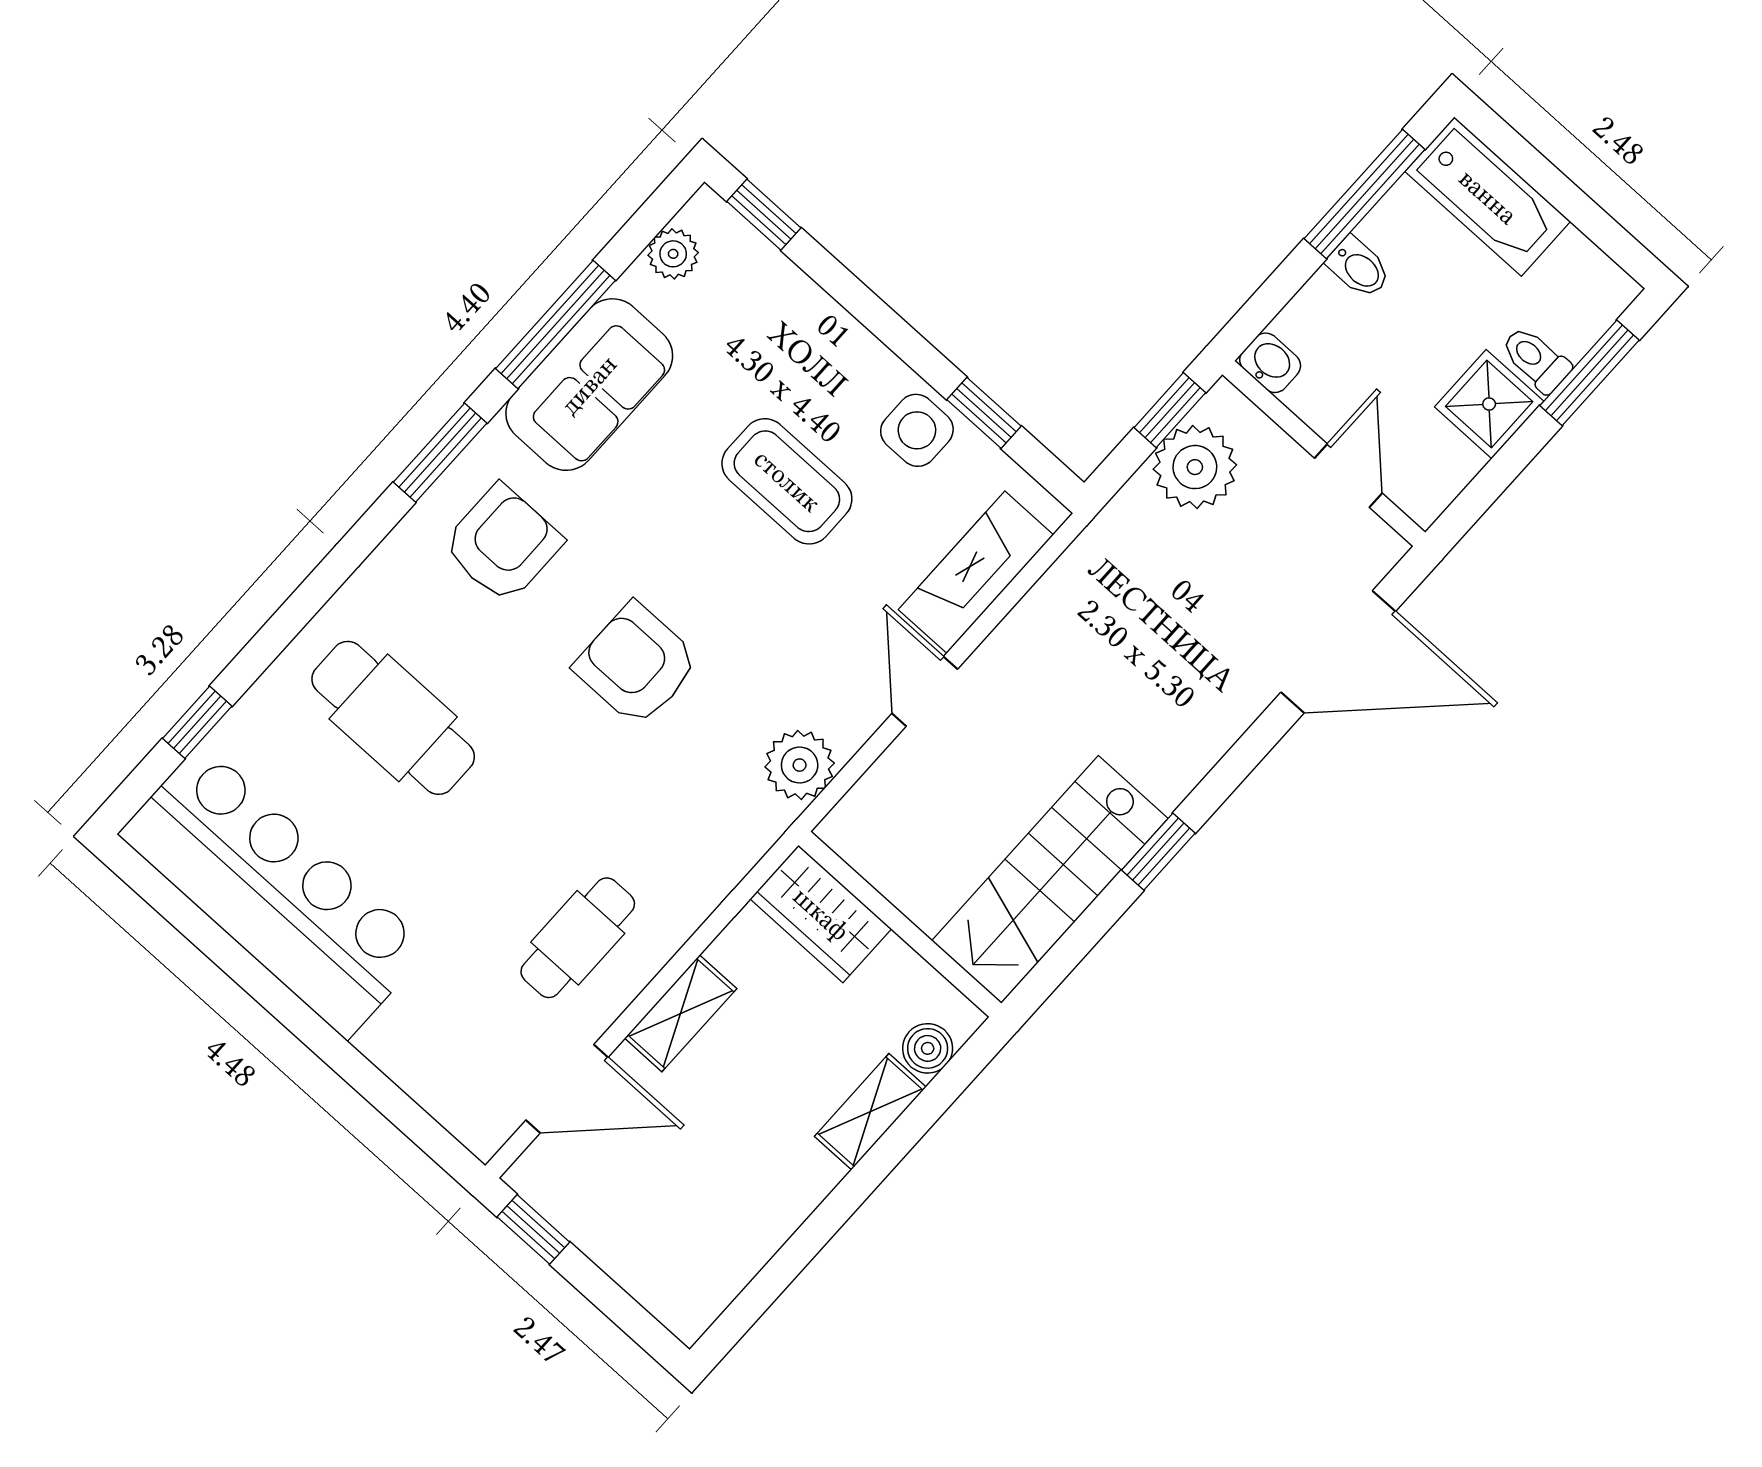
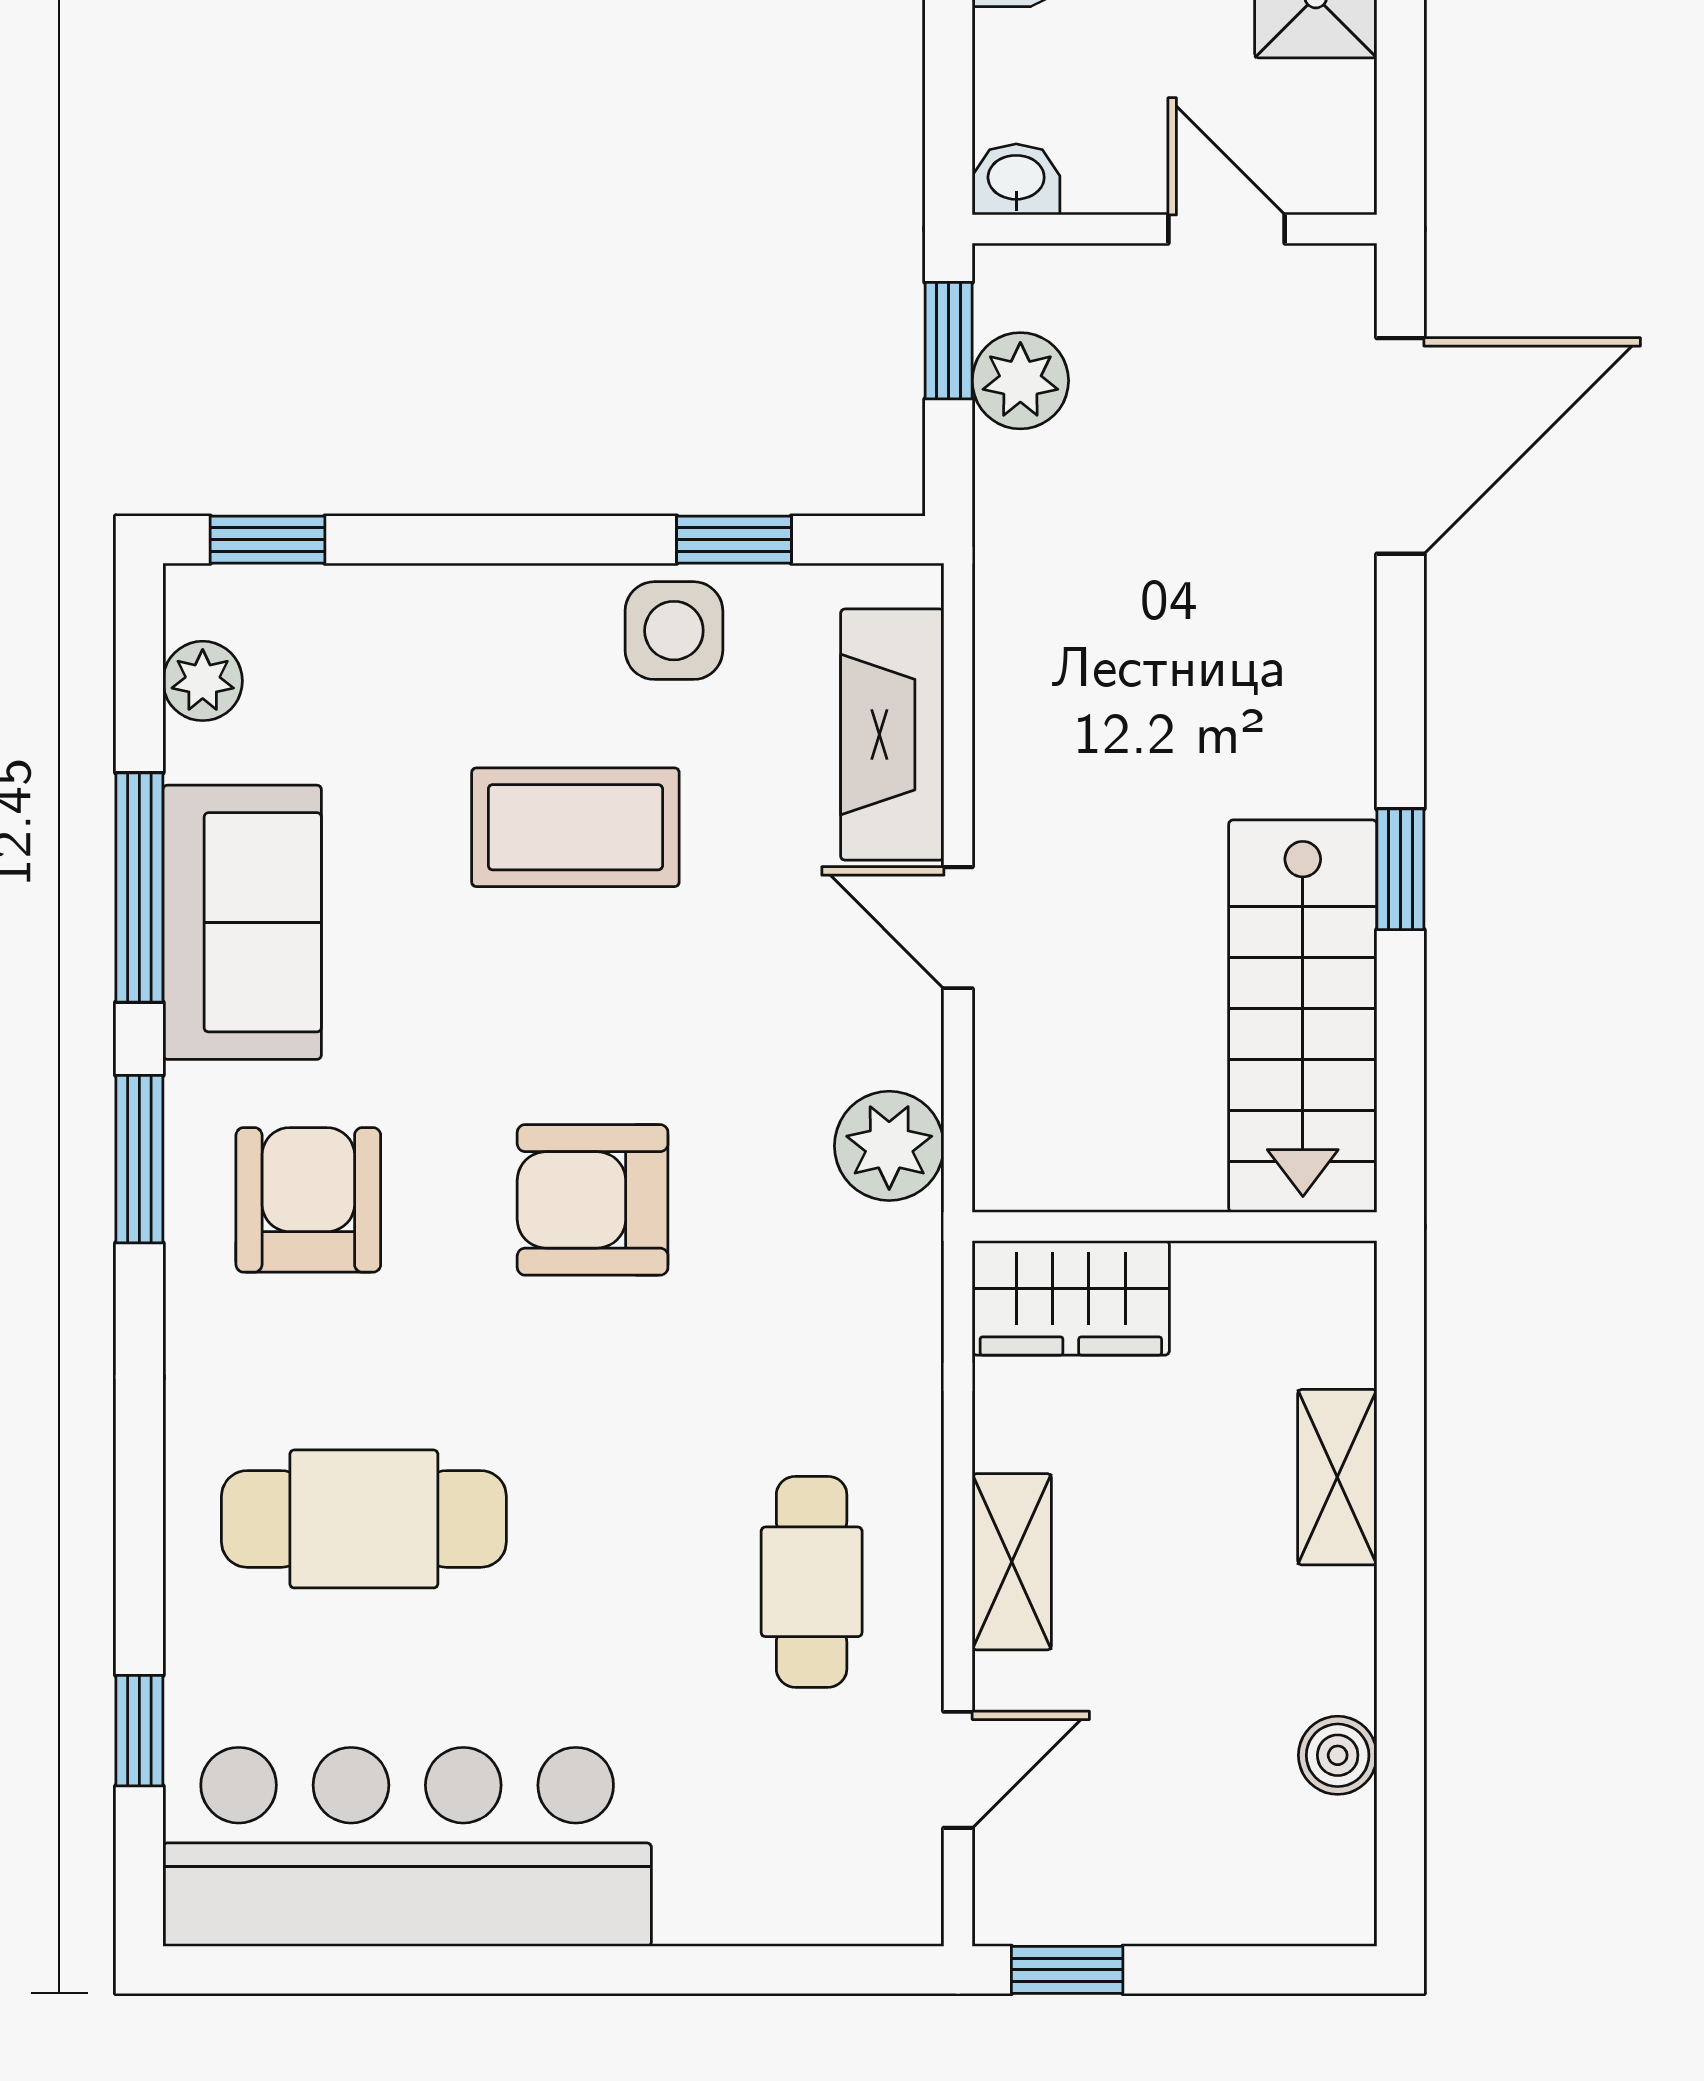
plant: (1195, 467) -> (1020, 381), width x0.73, depth x0.73
boiler: (928, 1048) -> (1338, 1755), moved
door: (567, 1089) -> (958, 1770), width x0.73

